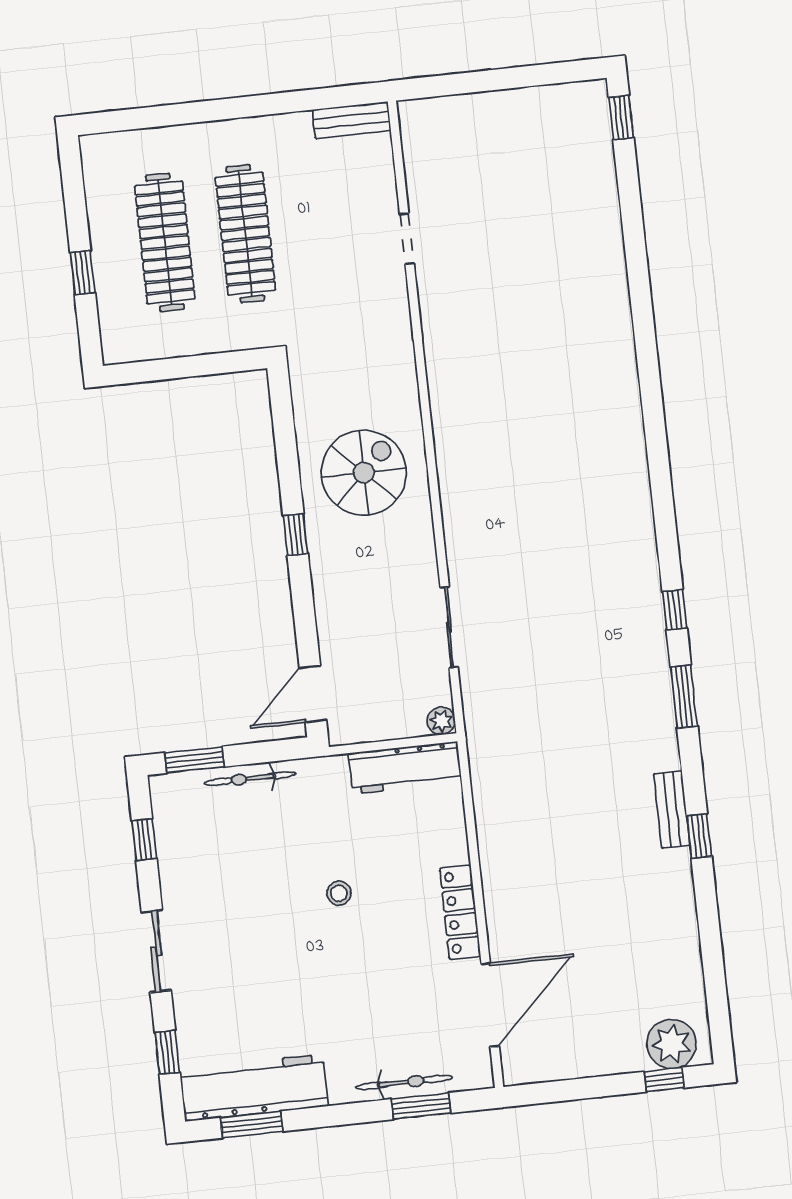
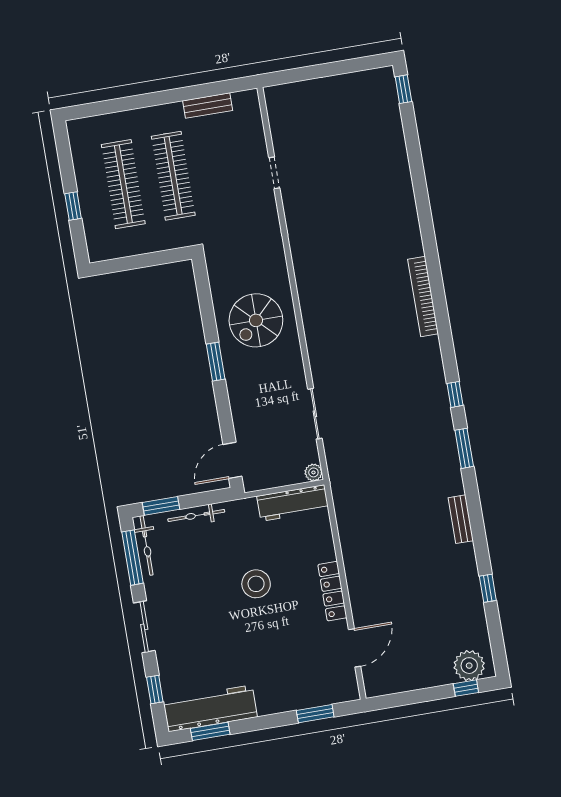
bench: (352, 120) -> (208, 106), moved
bookcase: (633, 450) -> (423, 296), added
spiral stairs: (364, 473) -> (256, 320), turned 180
window: (296, 535) -> (216, 362), width x1.50
window: (699, 836) -> (488, 588), moved
window: (144, 840) -> (133, 558), width x2.17
stool: (339, 893) -> (256, 584), width x1.89, depth x1.89
door: (490, 1005) -> (355, 648), width x0.73
bicycle: (404, 1082) -> (147, 545), moved, turned 90

